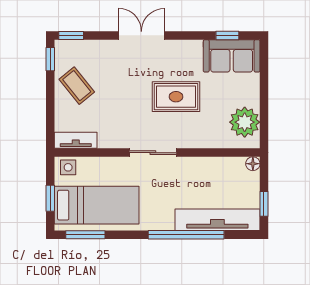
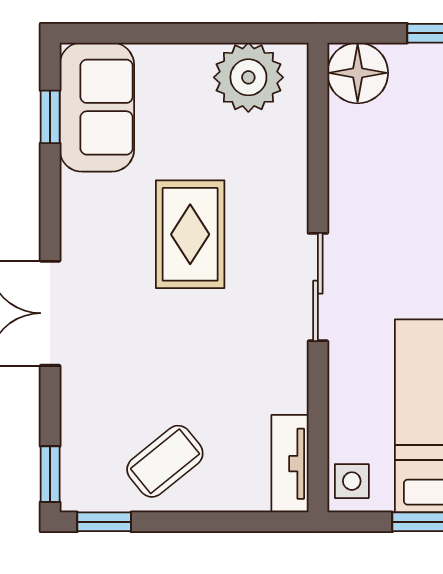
floor lamp: (253, 164) -> (358, 73), width x1.89, depth x1.89

